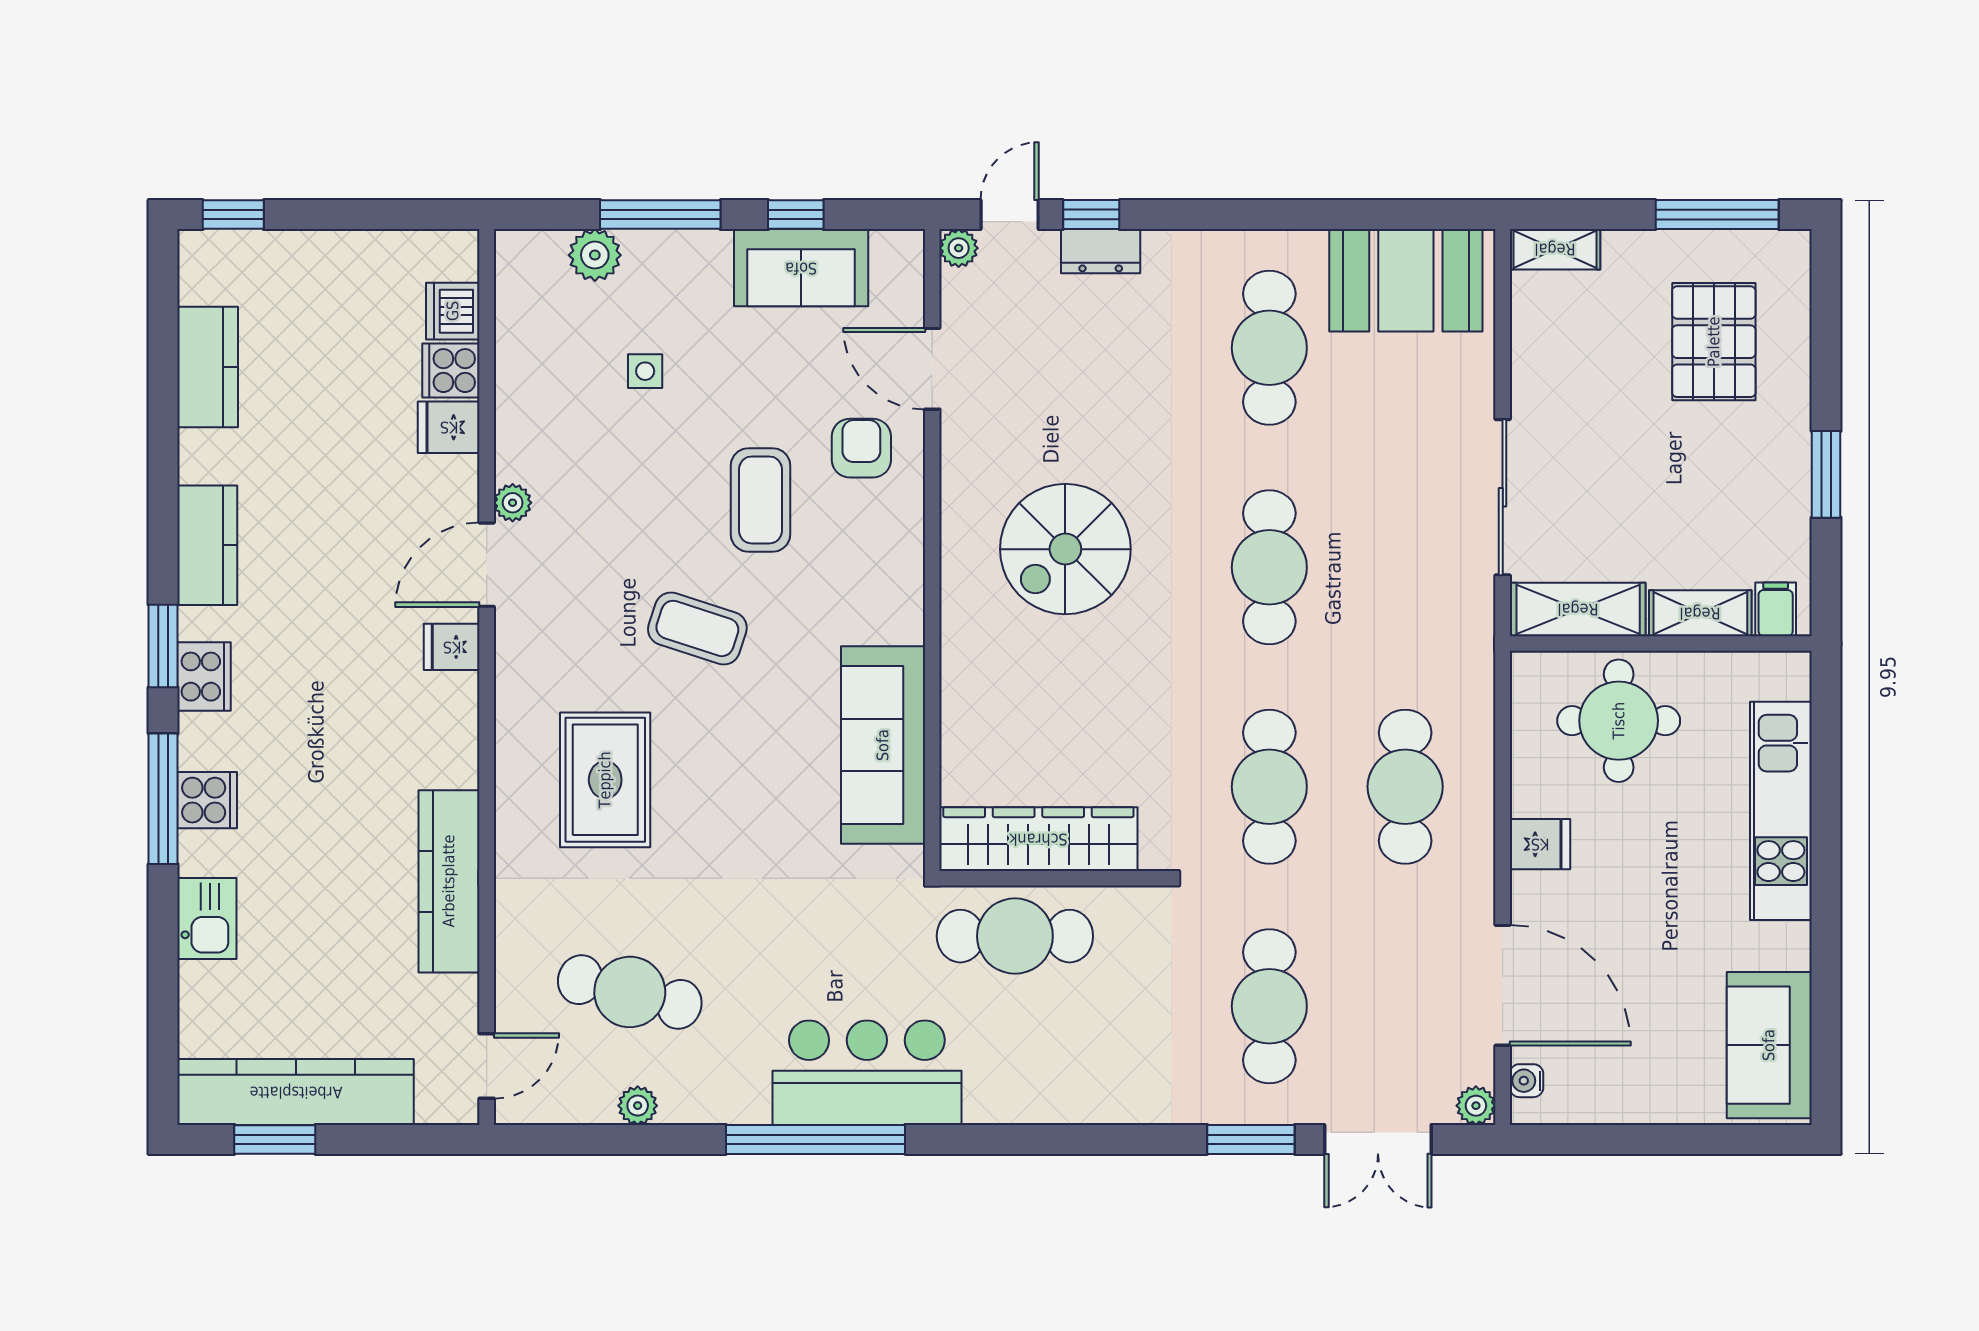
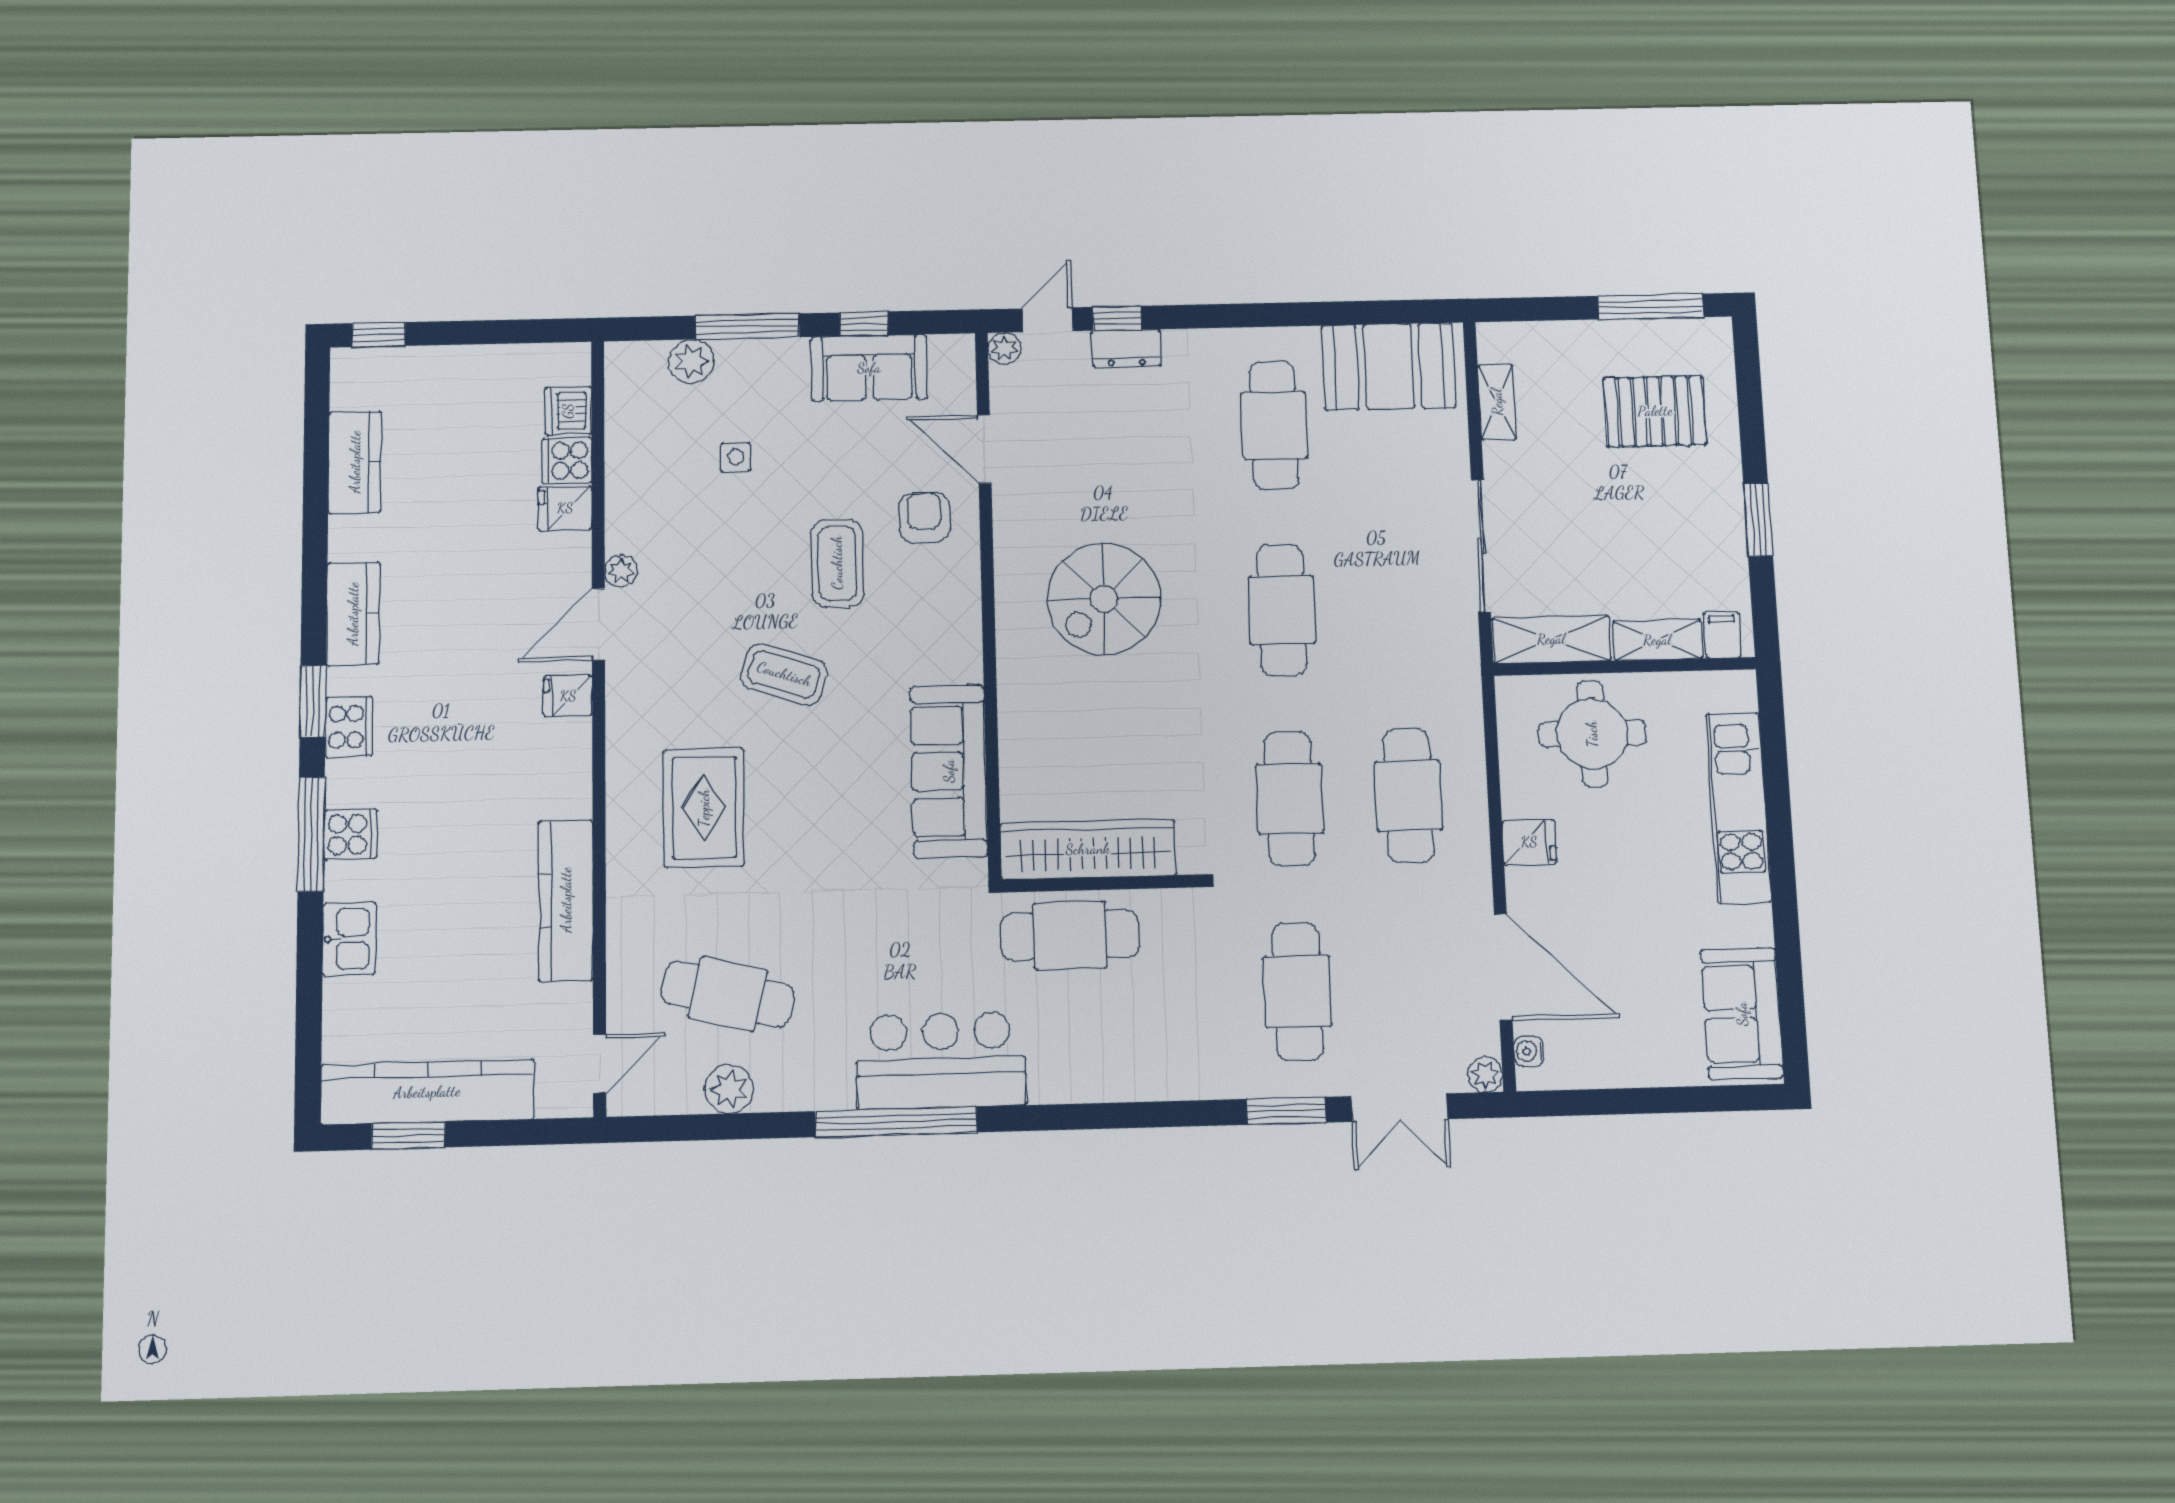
shelving: (1555, 249) -> (1497, 402), moved, turned 90
pallet: (1714, 342) -> (1655, 411), turned 90
plant: (638, 1106) -> (729, 1089), width x1.38, depth x1.38

